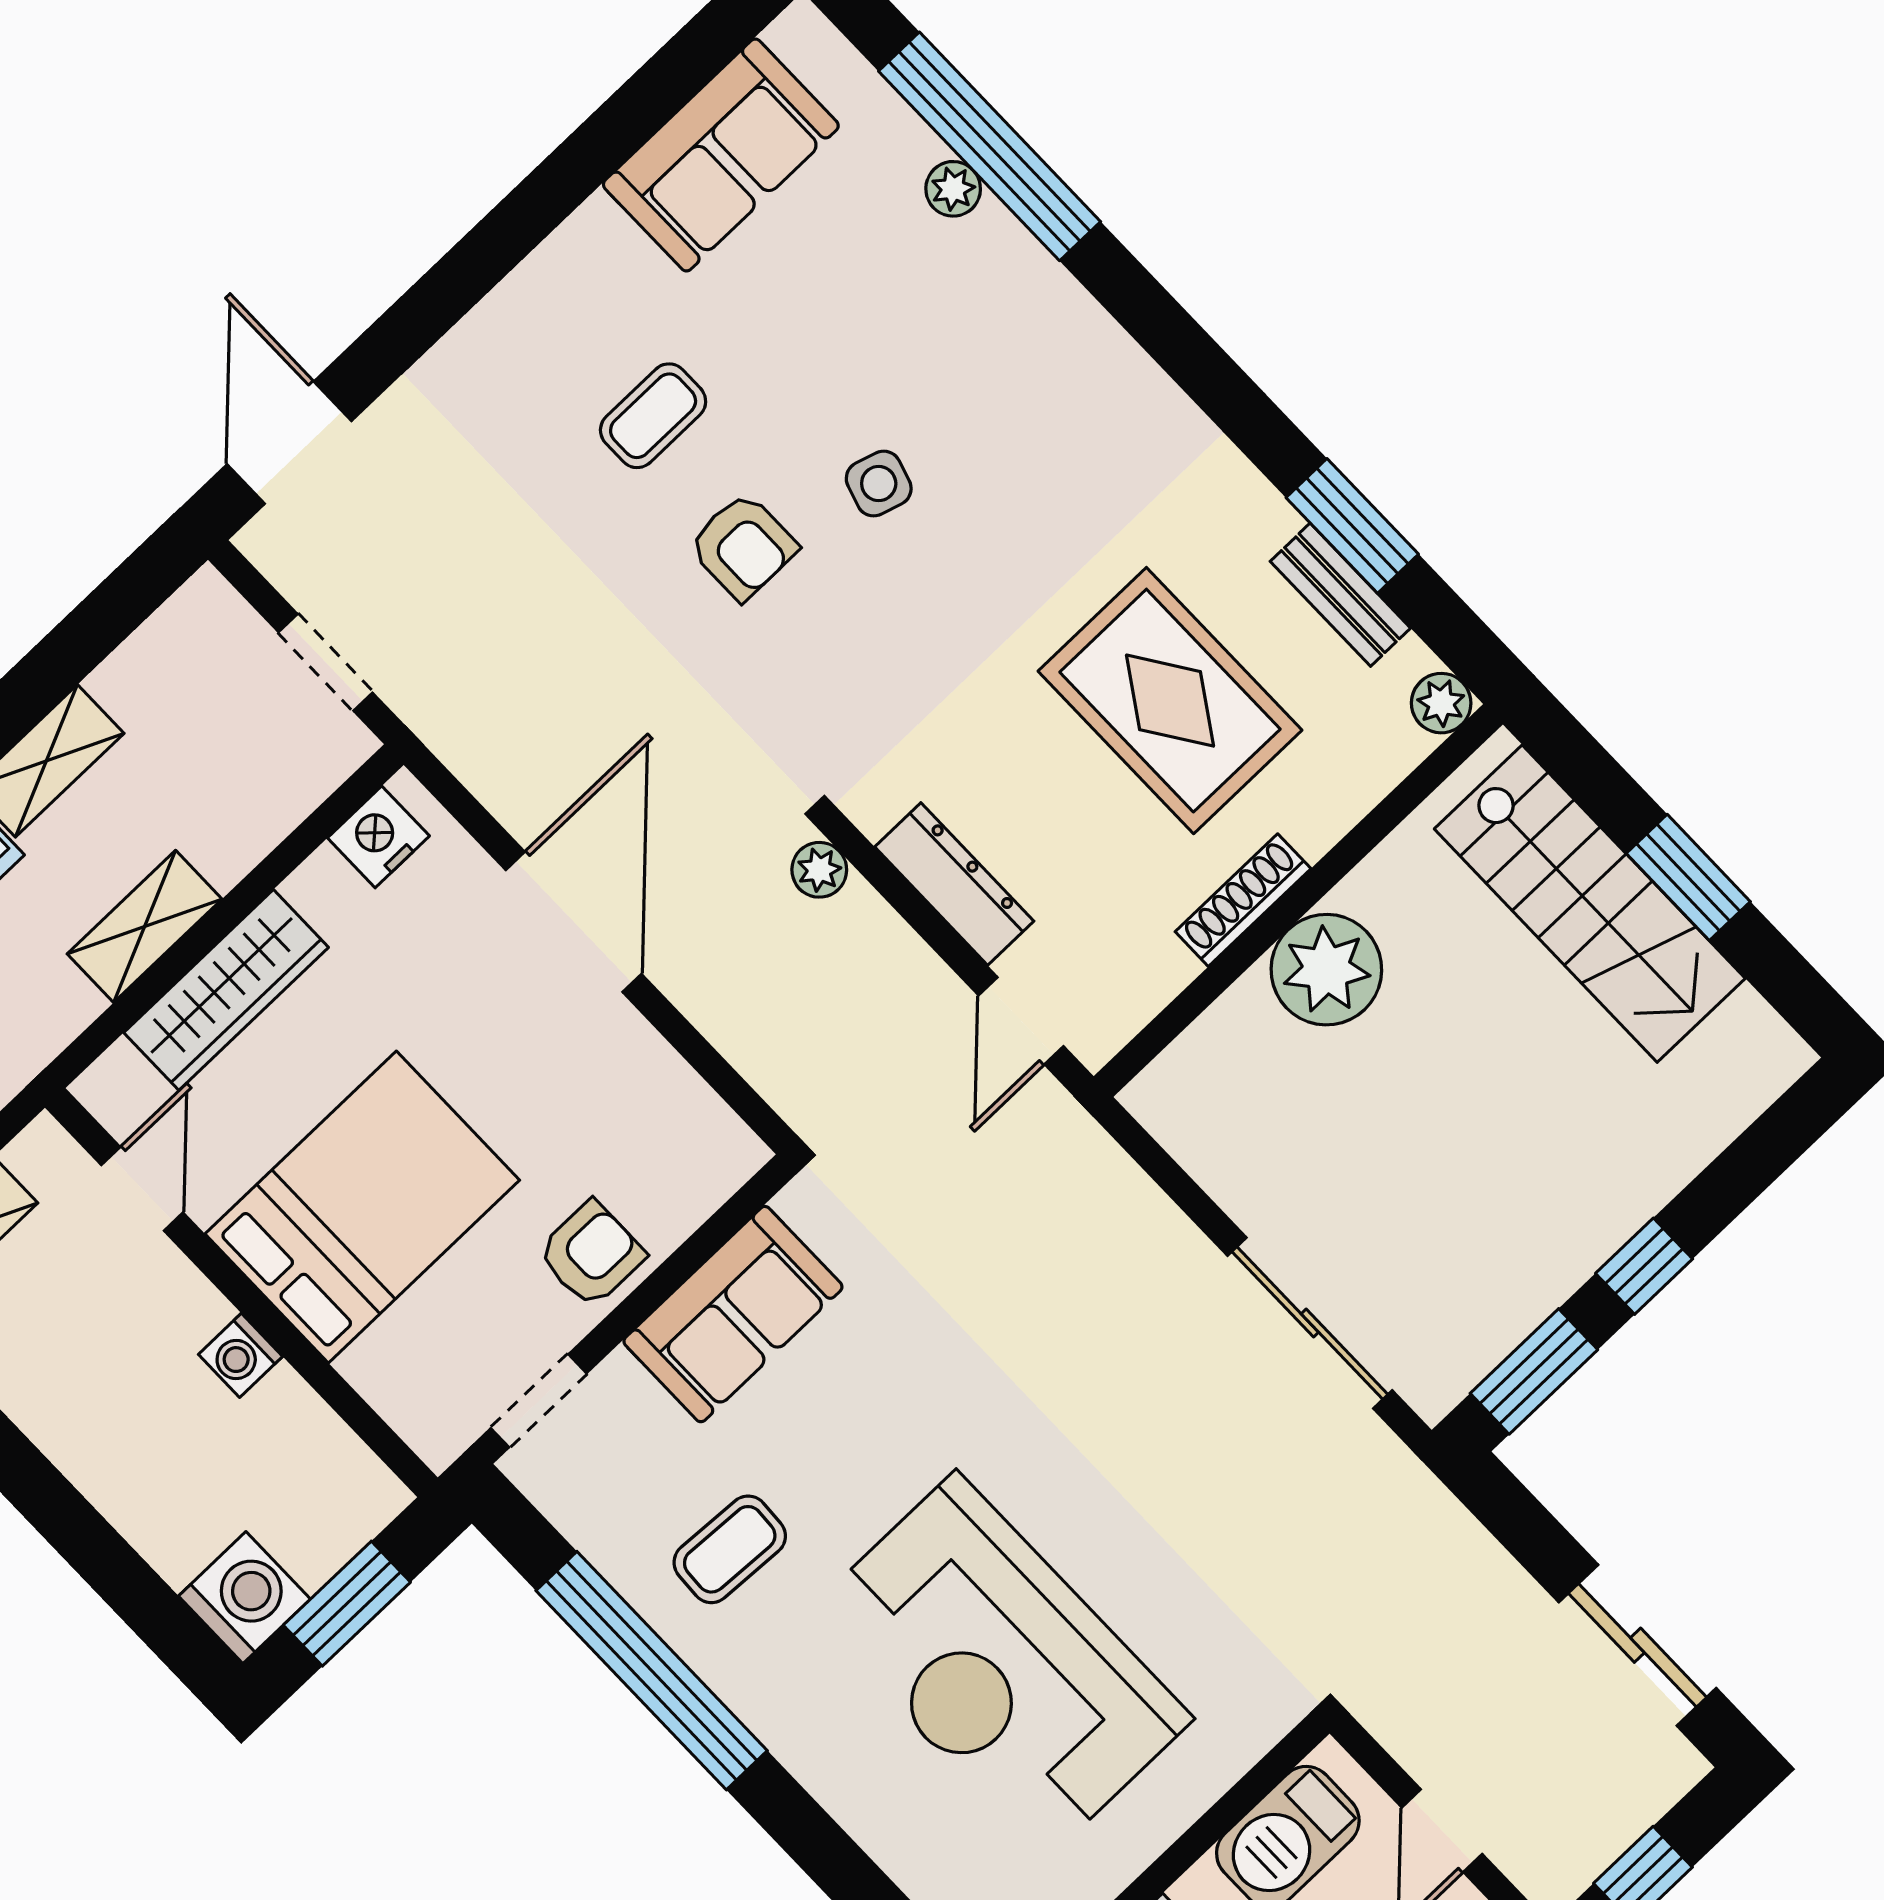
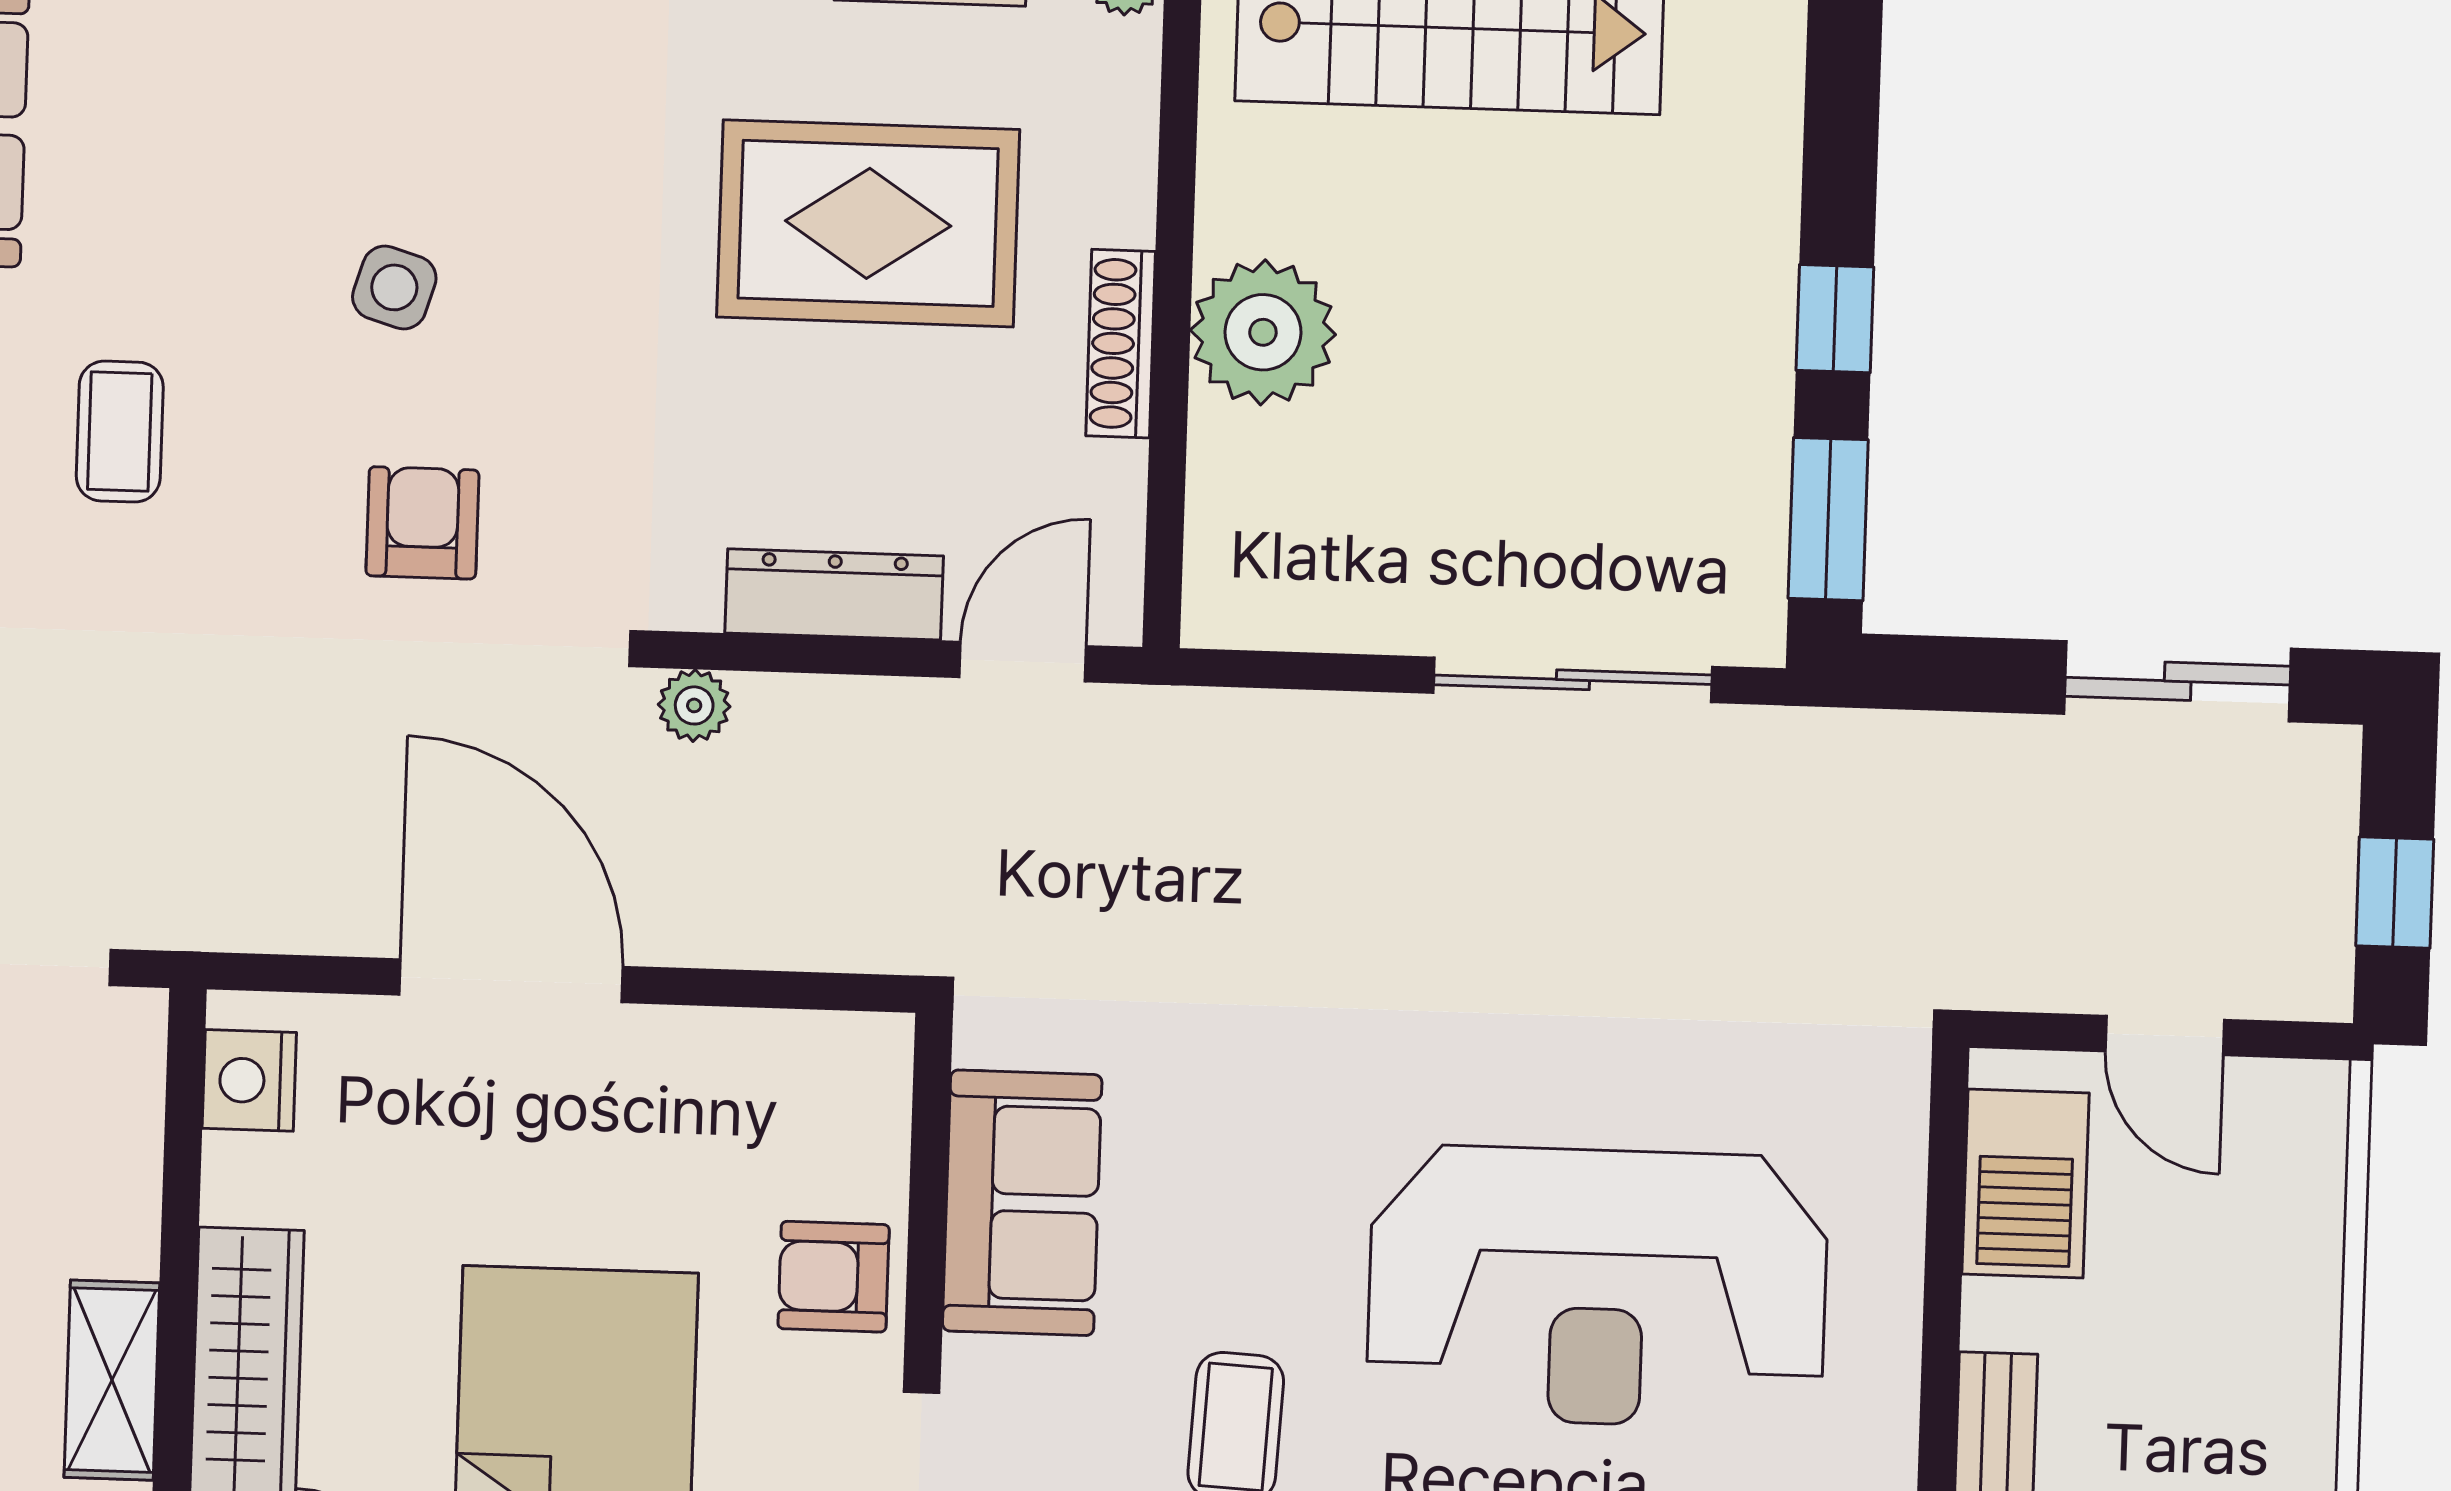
armchair: (743, 546) -> (422, 523), moved, turned -90
door: (1021, 1021) -> (1023, 662), swing flipped
armchair: (591, 1254) -> (834, 1277), turned -90

